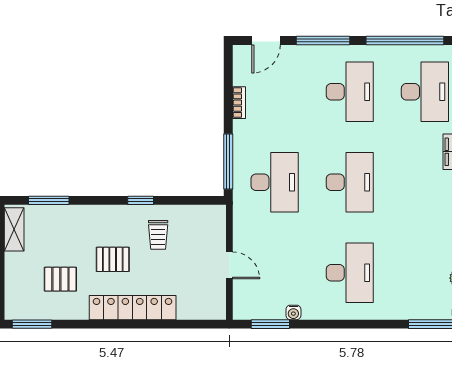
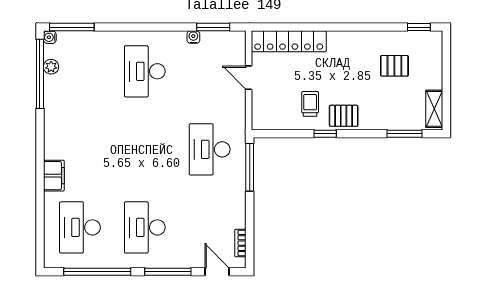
door: (266, 41) -> (217, 272), hinge flipped
bookcase: (239, 103) -> (240, 243), moved
desk: (350, 182) -> (145, 149), removed
pallet: (113, 259) -> (344, 116), moved
locker: (133, 308) -> (289, 41), moved
window: (32, 324) -> (419, 27), width x0.67

